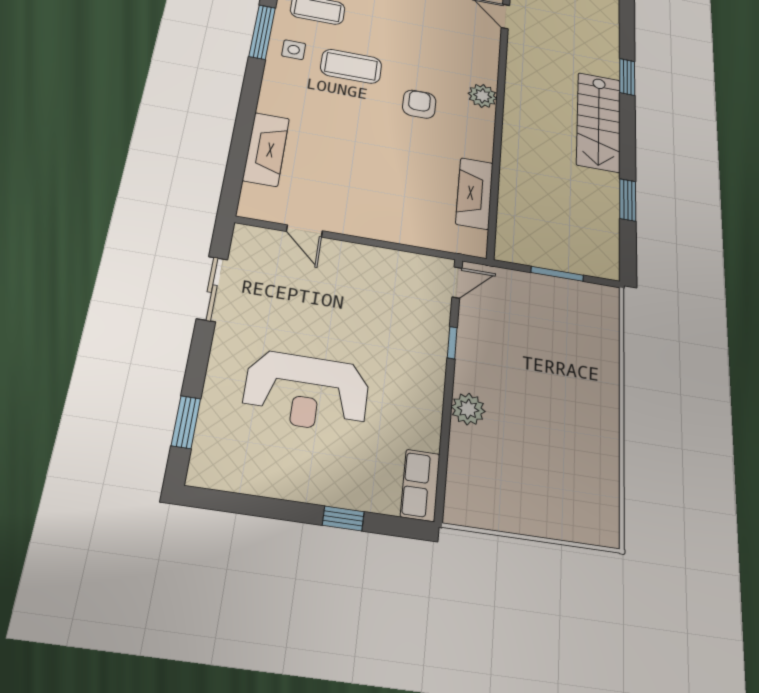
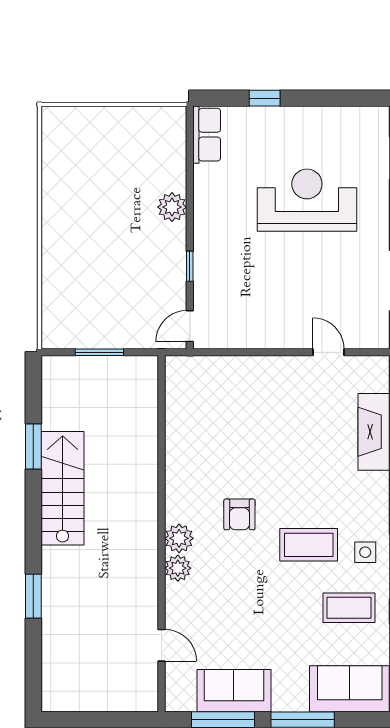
plant: (485, 72) -> (178, 568), added
stairs: (599, 122) -> (63, 488), moved
fireplace: (475, 193) -> (180, 423), removed

